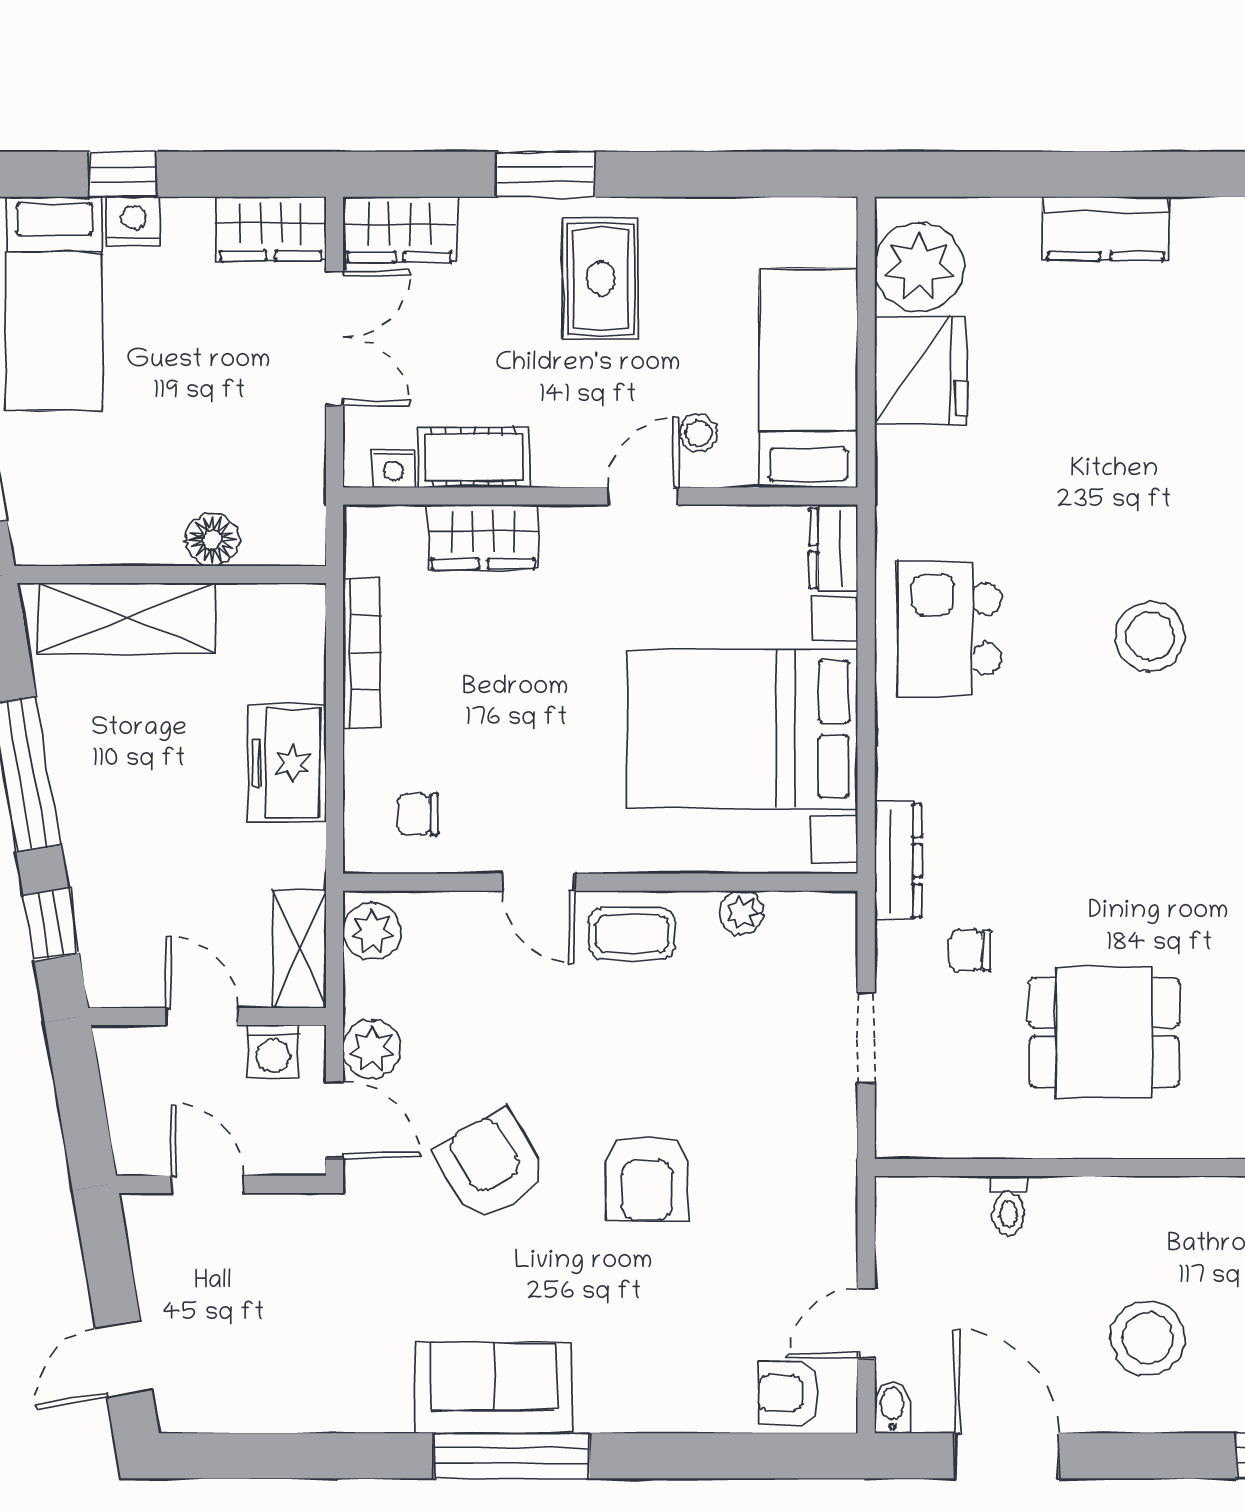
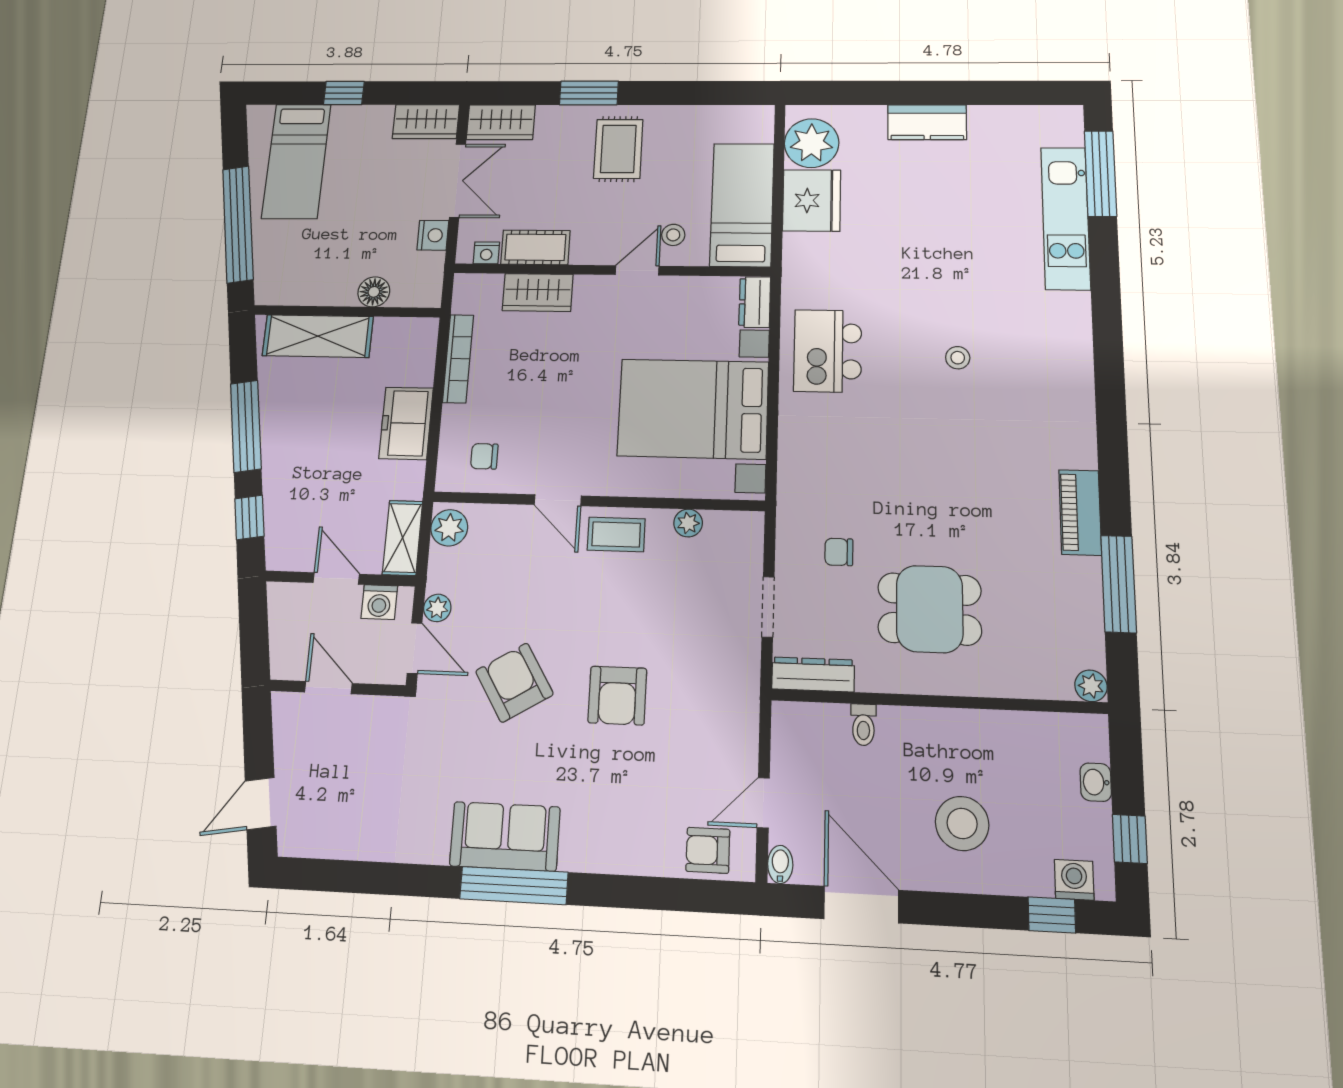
nightstand: (133, 221) -> (433, 235), moved, turned 90
stool: (1150, 636) -> (958, 358), width x0.53, depth x0.53
dresser: (898, 861) -> (813, 674), moved, turned -90
plant: (372, 1049) -> (437, 608), width x0.73, depth x0.73

